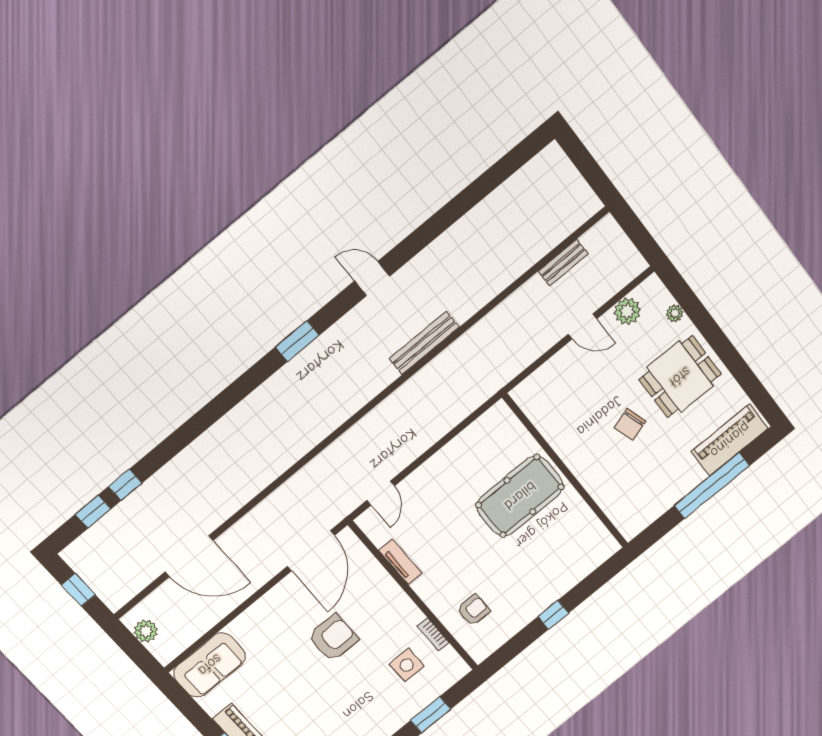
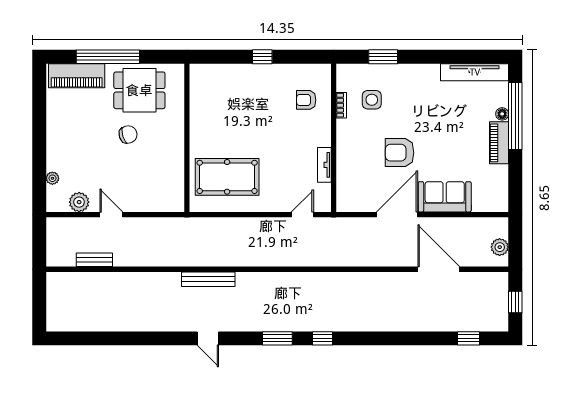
dining table: (680, 377) -> (139, 90), moved
window: (125, 485) -> (323, 338), moved
pool table: (520, 496) -> (227, 177), moved
door: (311, 551) -> (397, 215), moved
sofa: (210, 665) -> (445, 197), moved

